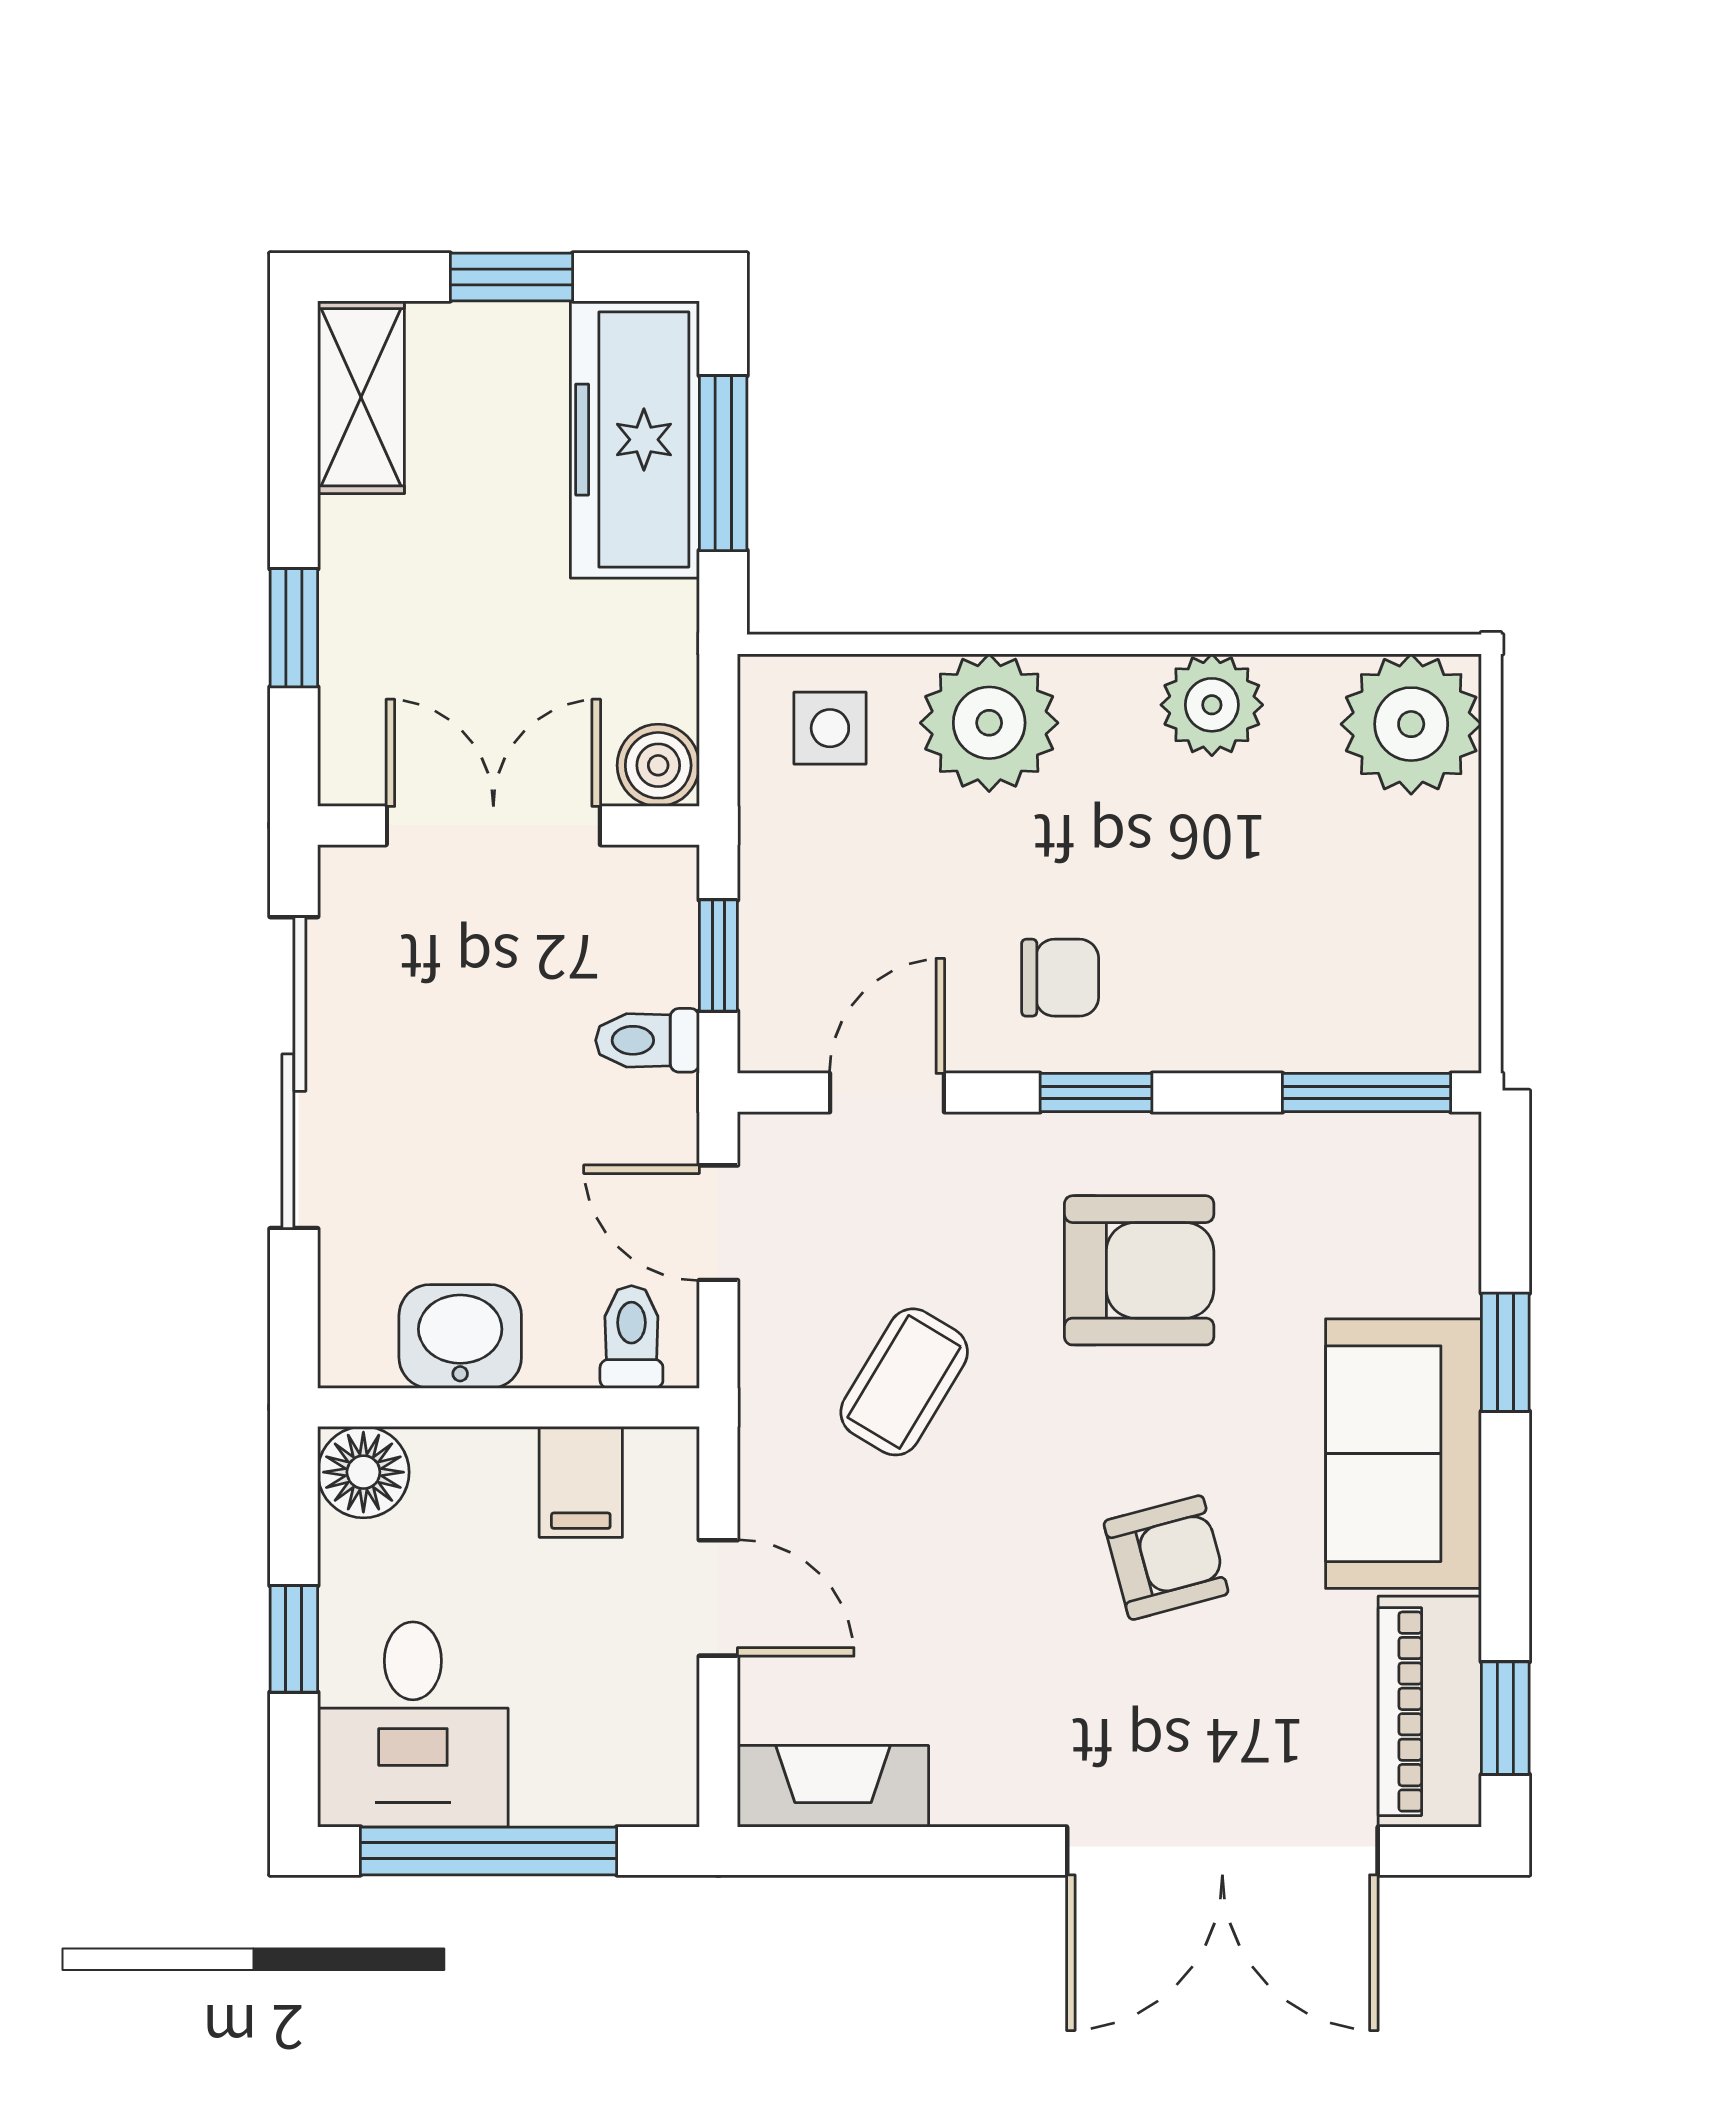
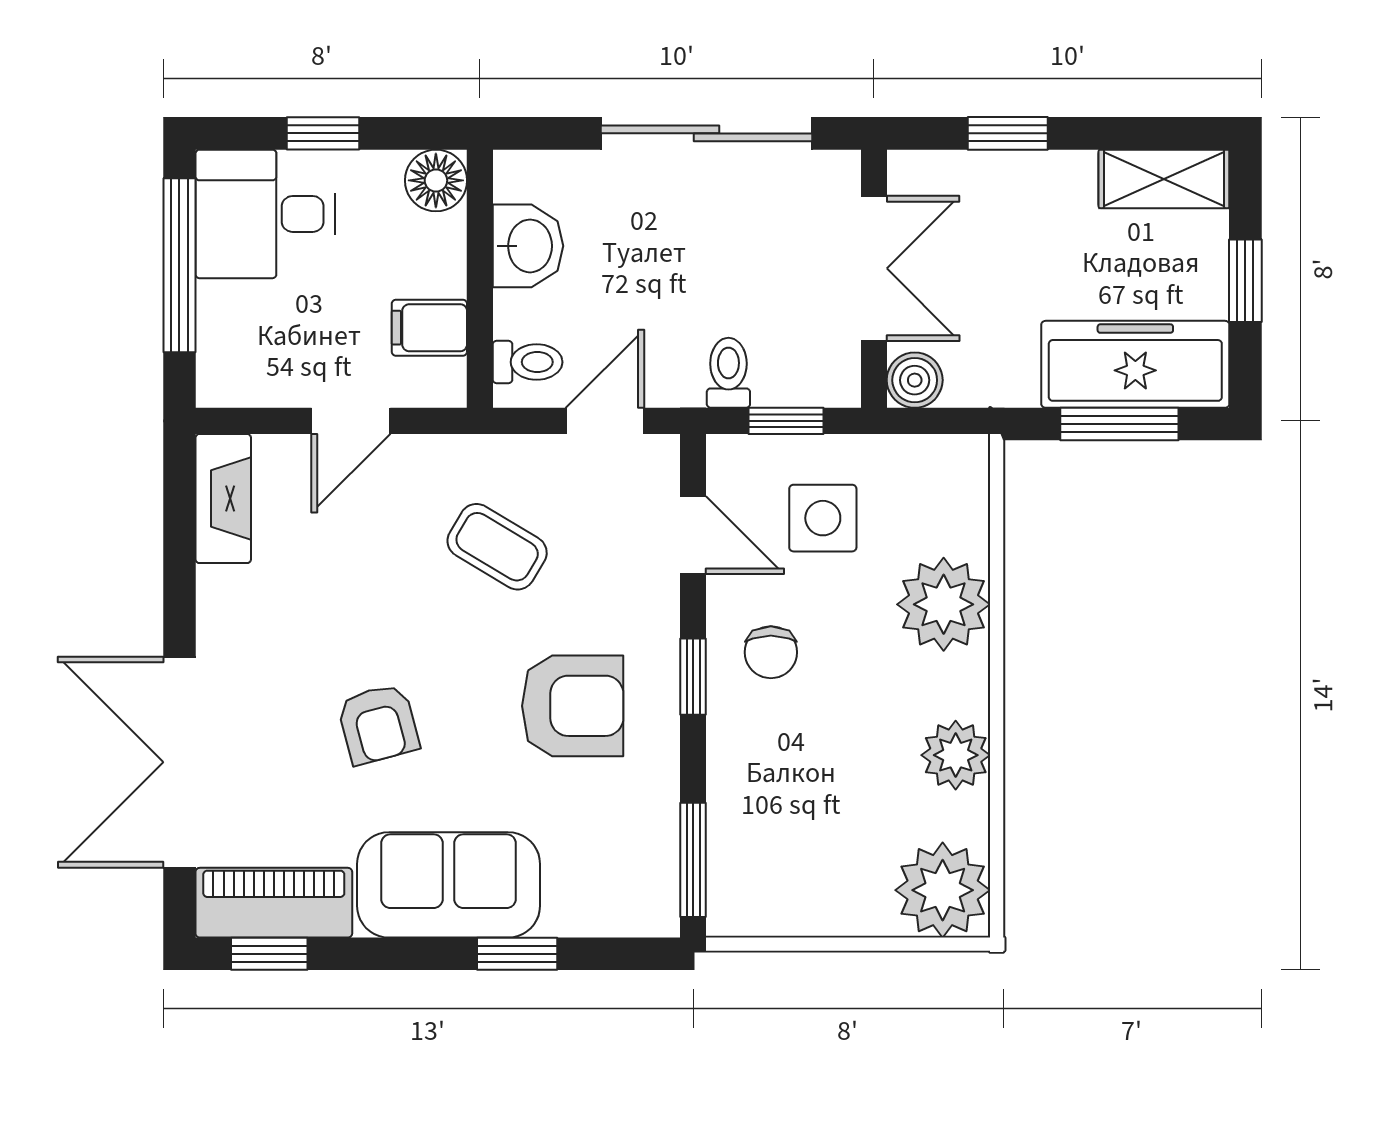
side table: (830, 728) -> (823, 518), moved, width x1.37, depth x1.37
armchair: (1139, 1270) -> (573, 706), turned -90

